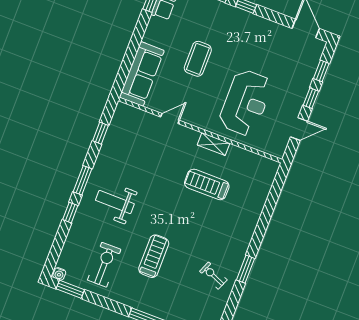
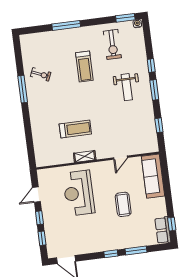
weight bench: (115, 202) -> (127, 87), turned 90
window: (246, 269) -> (23, 89), width x1.44

